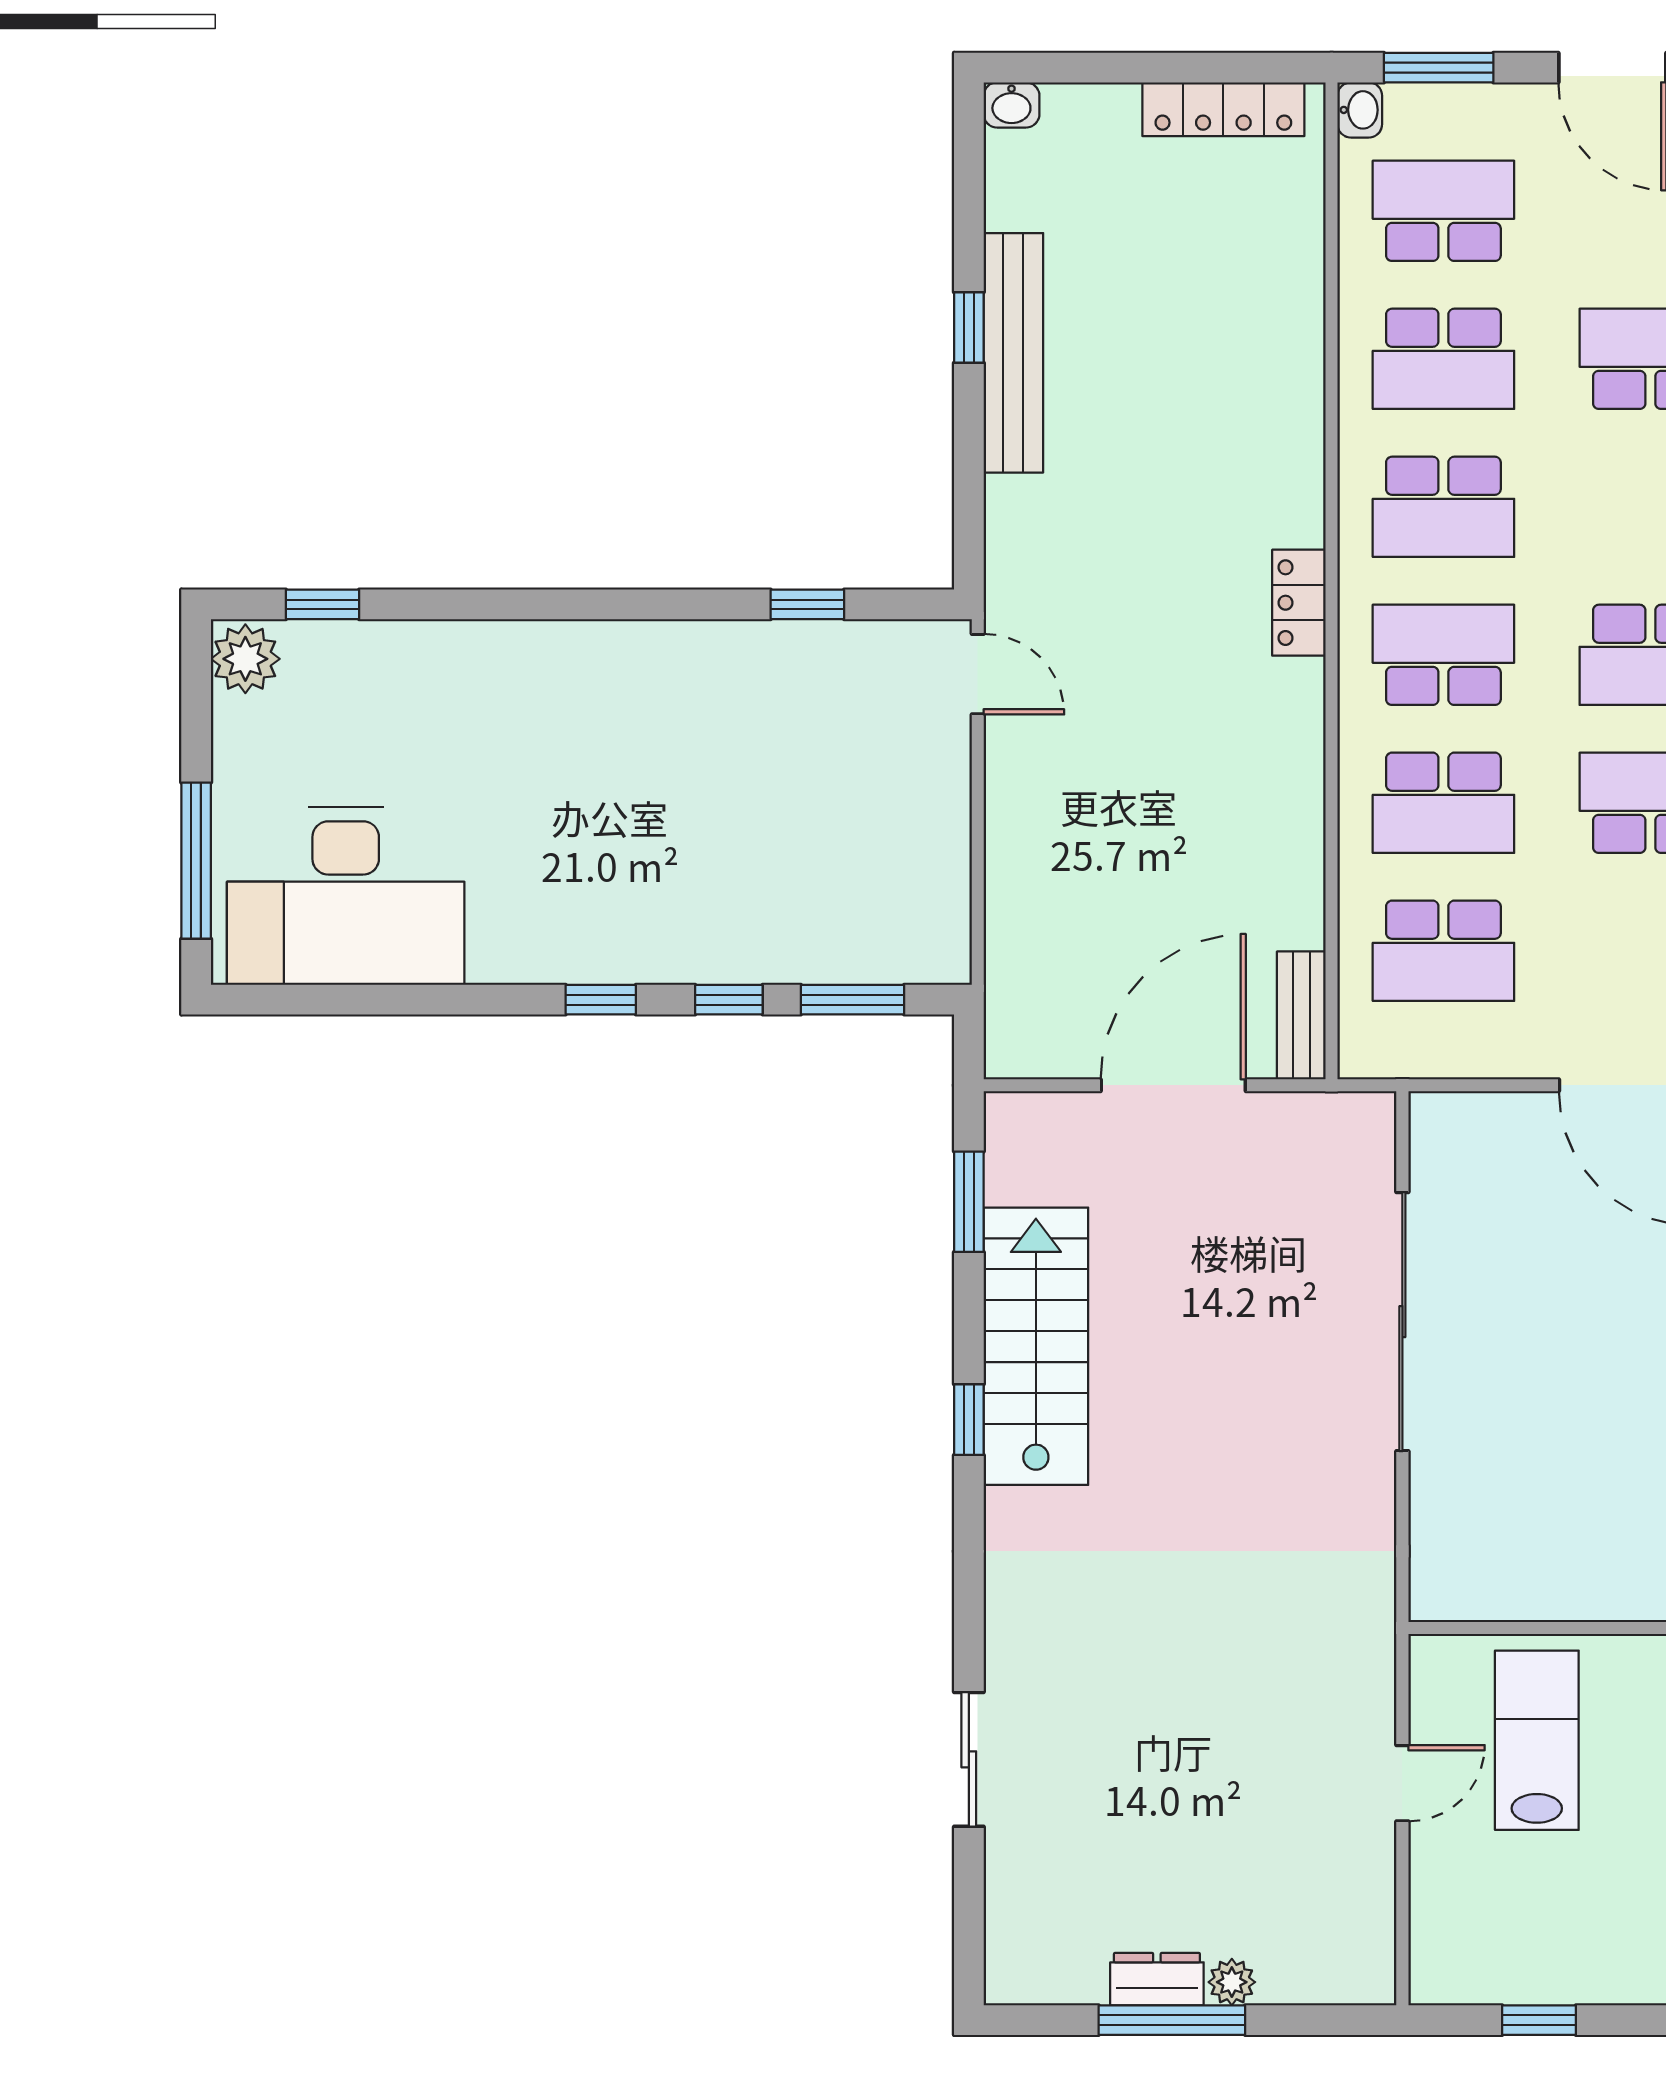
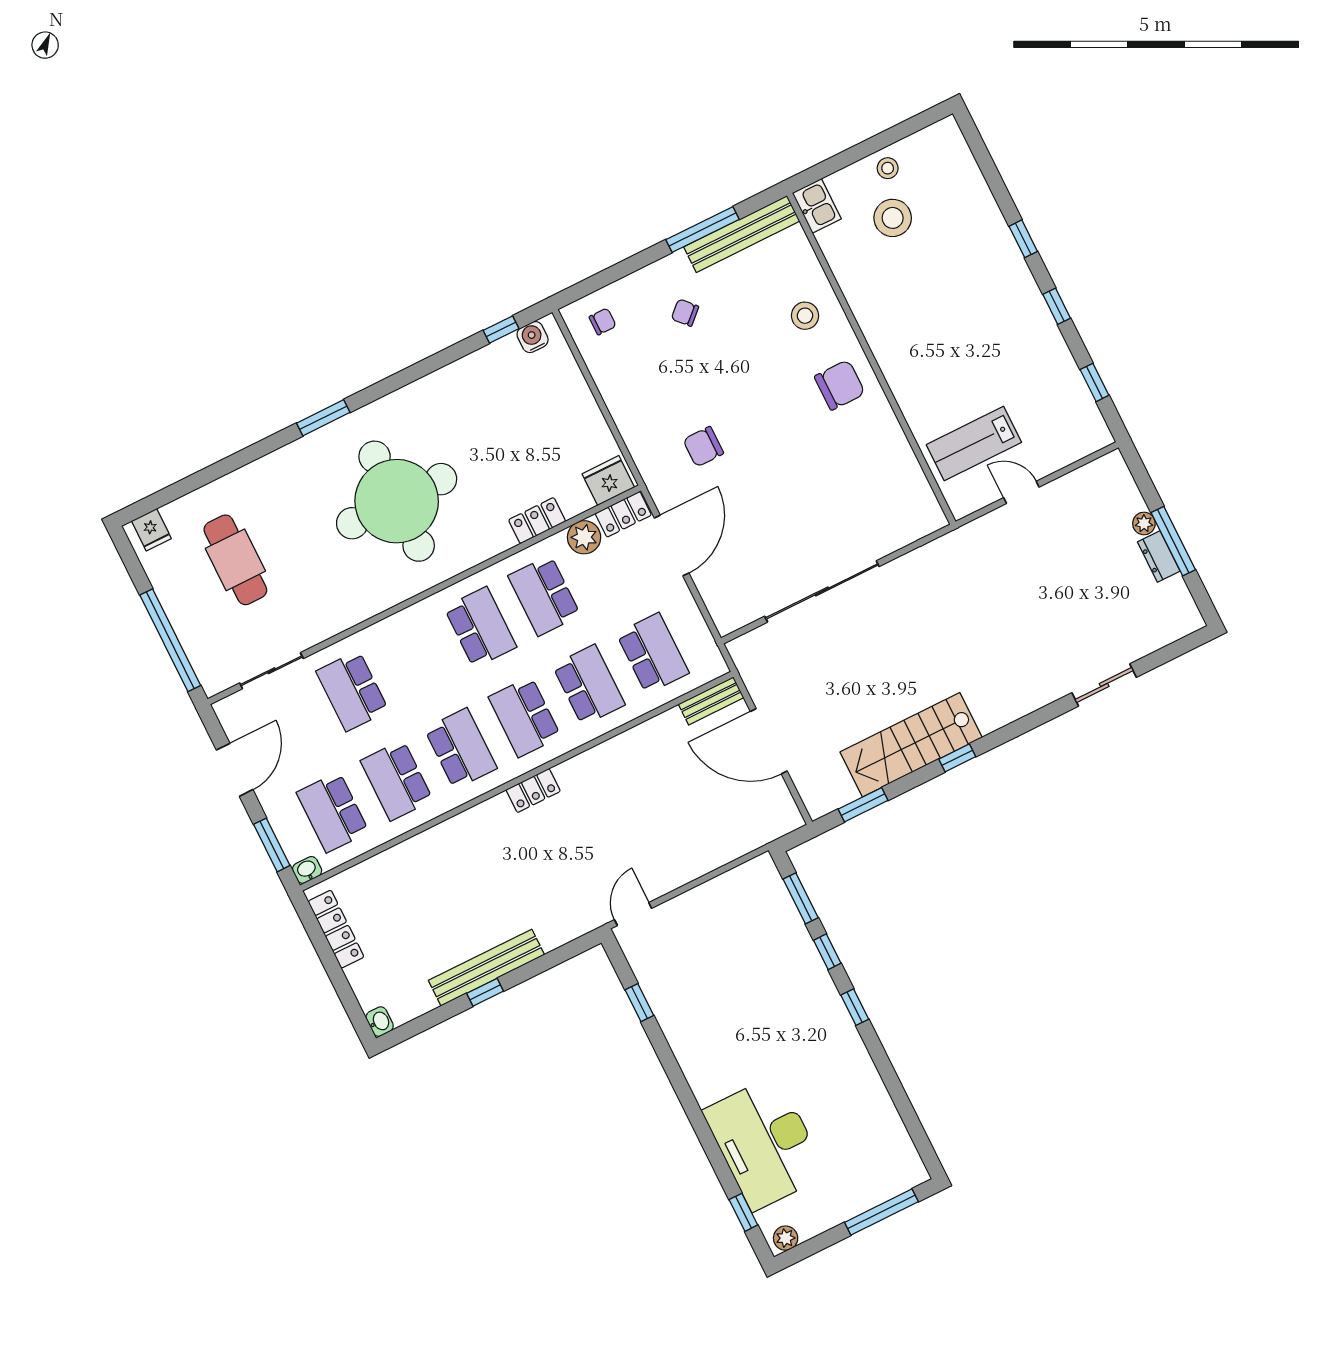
school desk: (1443, 359) -> (397, 780), turned 180
plant: (245, 659) -> (786, 1238), width x0.73, depth x0.73
desk: (346, 896) -> (765, 1143), moved, turned 180

